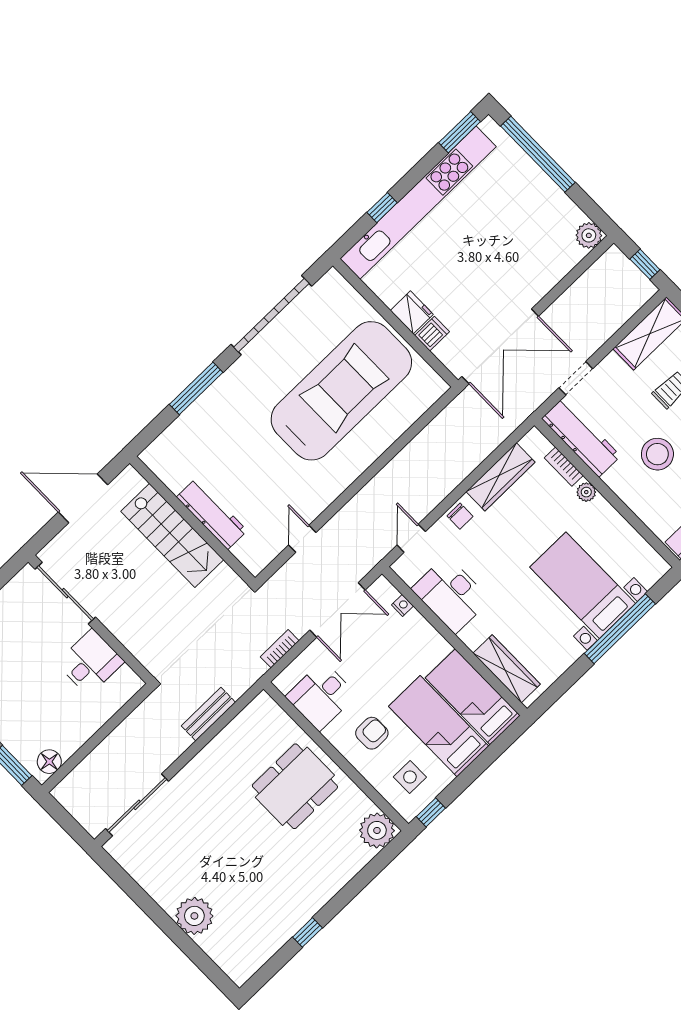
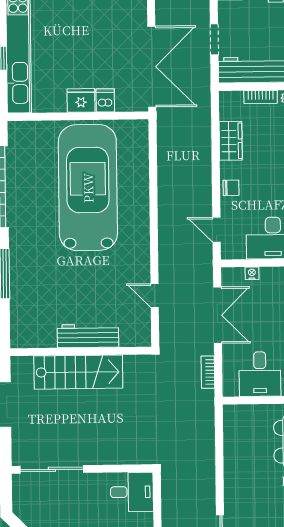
wardrobe: (501, 477) -> (231, 141), width x0.67
desk: (90, 662) -> (132, 492), moved, turned 90
bench: (208, 714) -> (207, 452), removed

